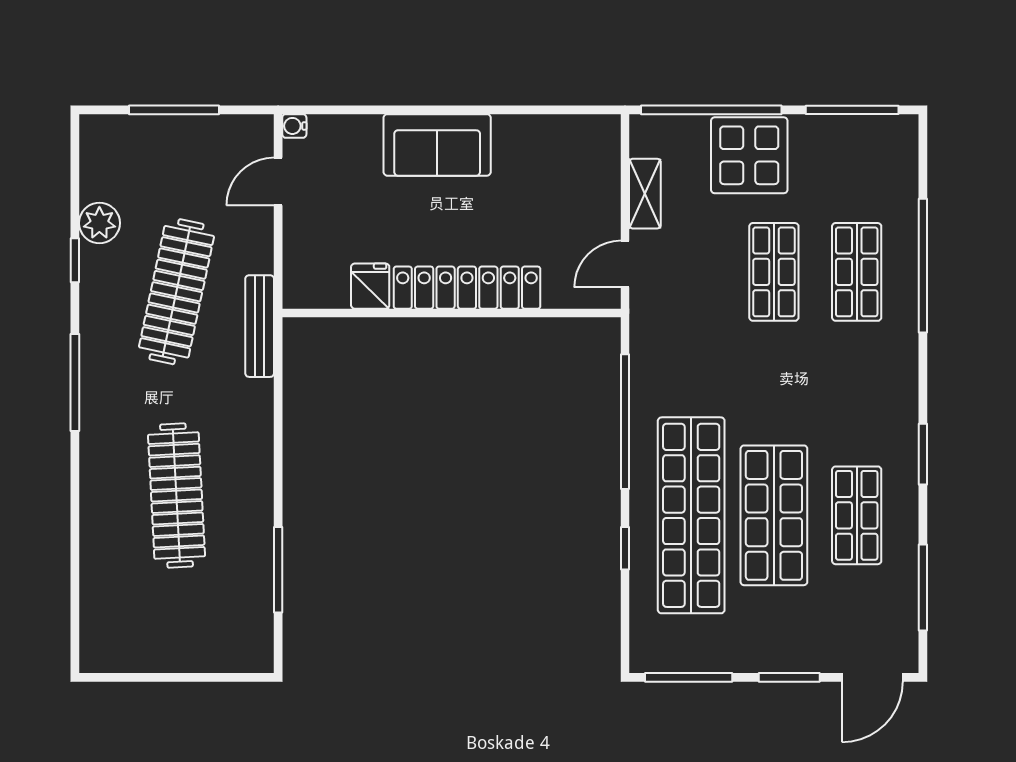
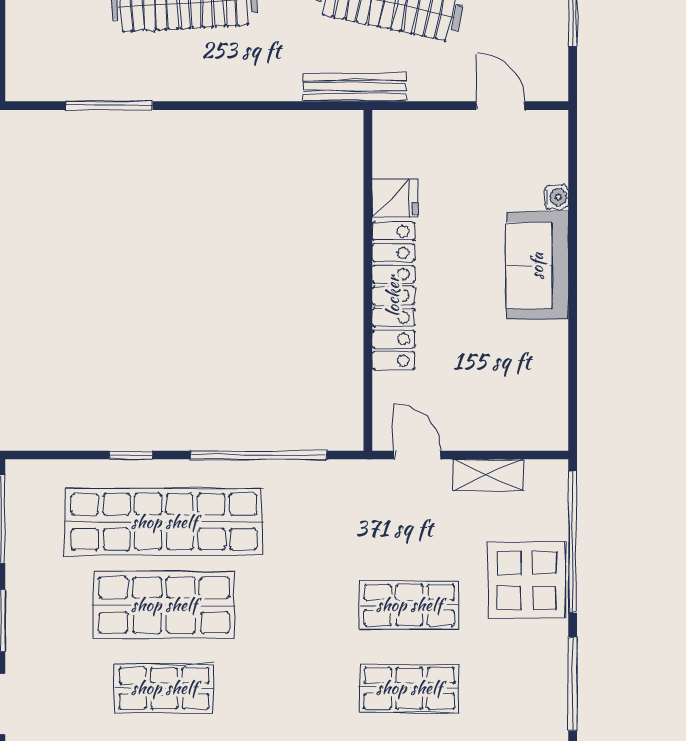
water cooler: (294, 126) -> (556, 197), moved, turned 90

